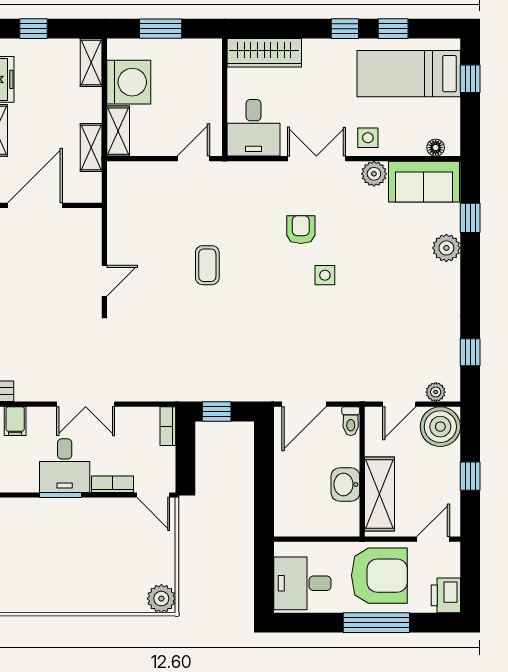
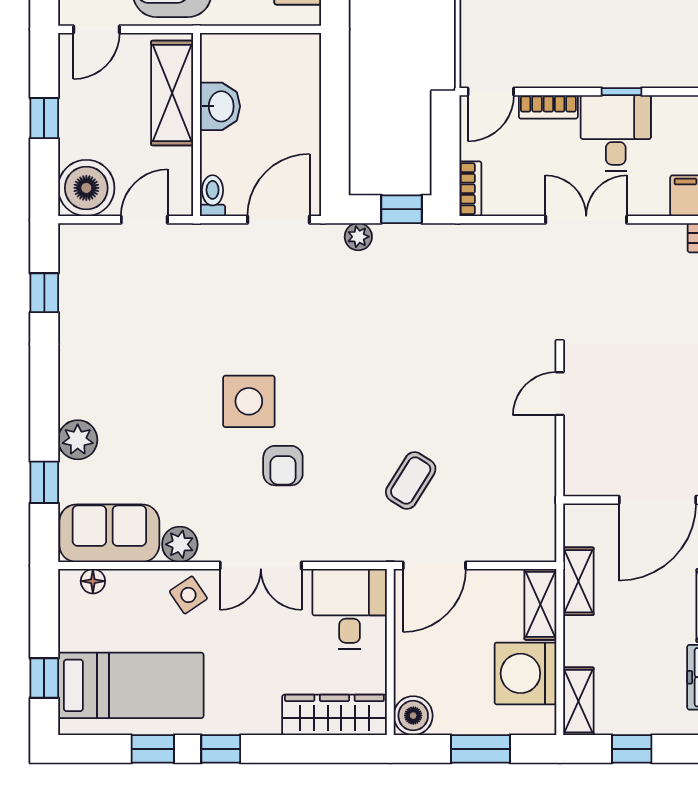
window: (33, 29) -> (632, 749), moved
boiler: (208, 52) -> (413, 716), added
side table: (368, 138) -> (188, 595), turned -34
door: (193, 159) -> (434, 566), width x1.38
coffee table: (207, 265) -> (411, 481), moved, turned 32
side table: (325, 275) -> (249, 401), width x1.87, depth x1.87
plant: (436, 392) -> (358, 237), moved
window: (61, 495) -> (622, 92), width x0.67
door: (153, 495) -> (491, 92), swing flipped

